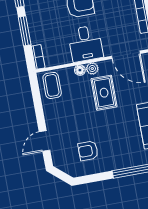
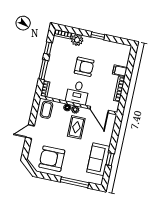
door: (45, 141) -> (30, 132), moved
armchair: (88, 151) -> (52, 159), width x1.88, depth x1.88

